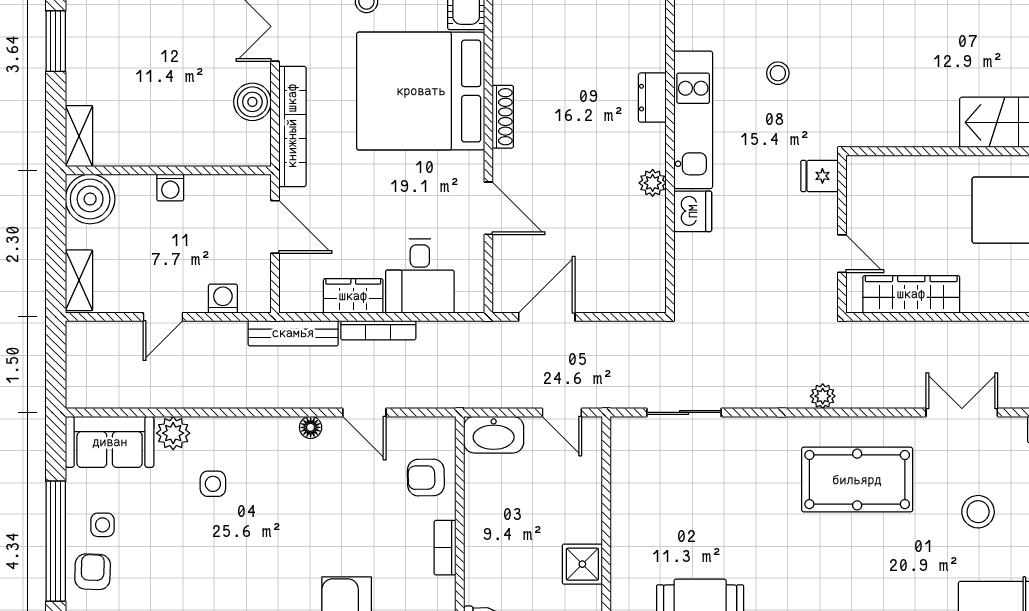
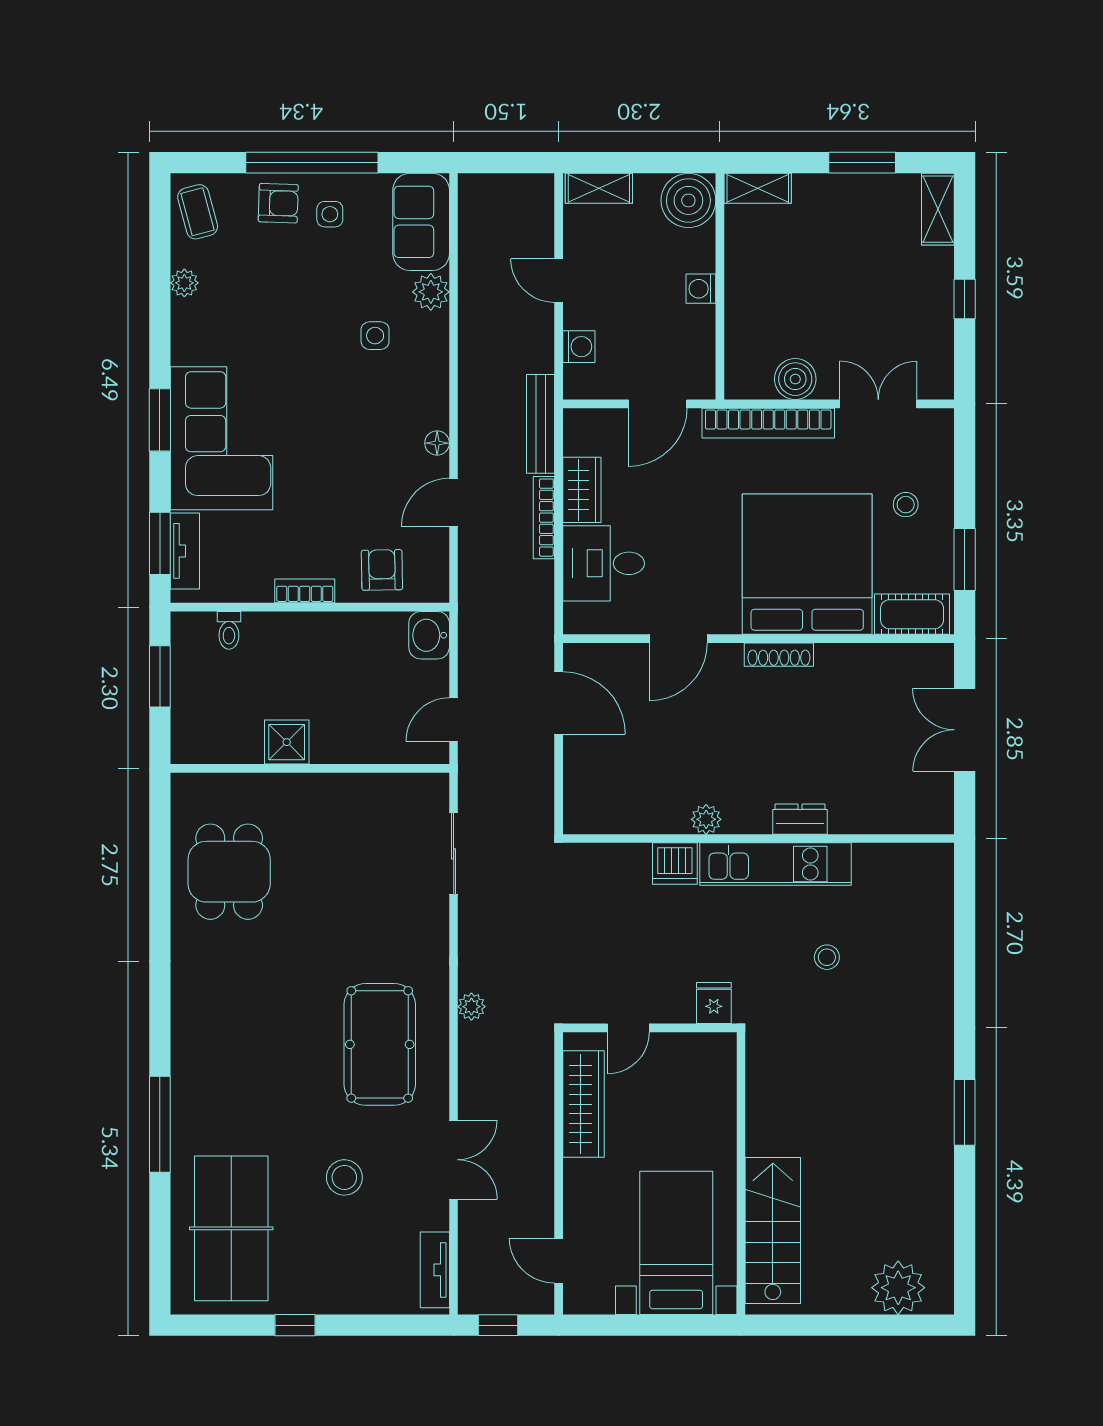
washbasin: (494, 435) -> (429, 635), width x0.72

